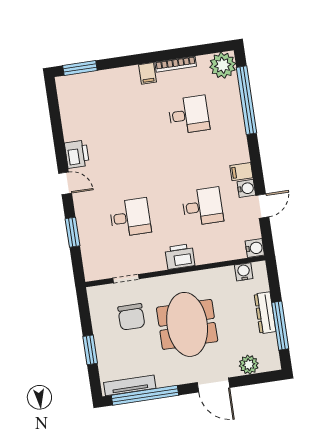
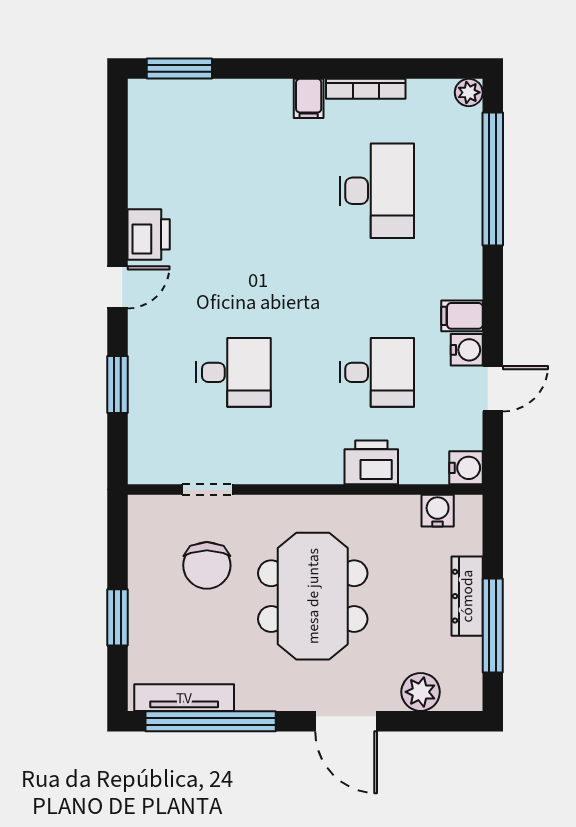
plant: (223, 65) -> (469, 92), width x0.53, depth x0.53
desk: (189, 115) -> (377, 191), width x1.37
door: (65, 183) -> (117, 287), hinge flipped
printer: (180, 256) -> (371, 462), moved

